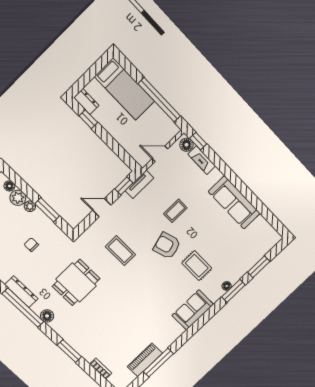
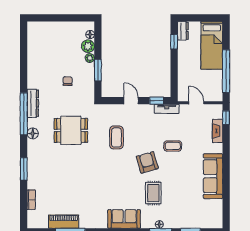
floor lamp: (186, 145) -> (217, 113), removed

